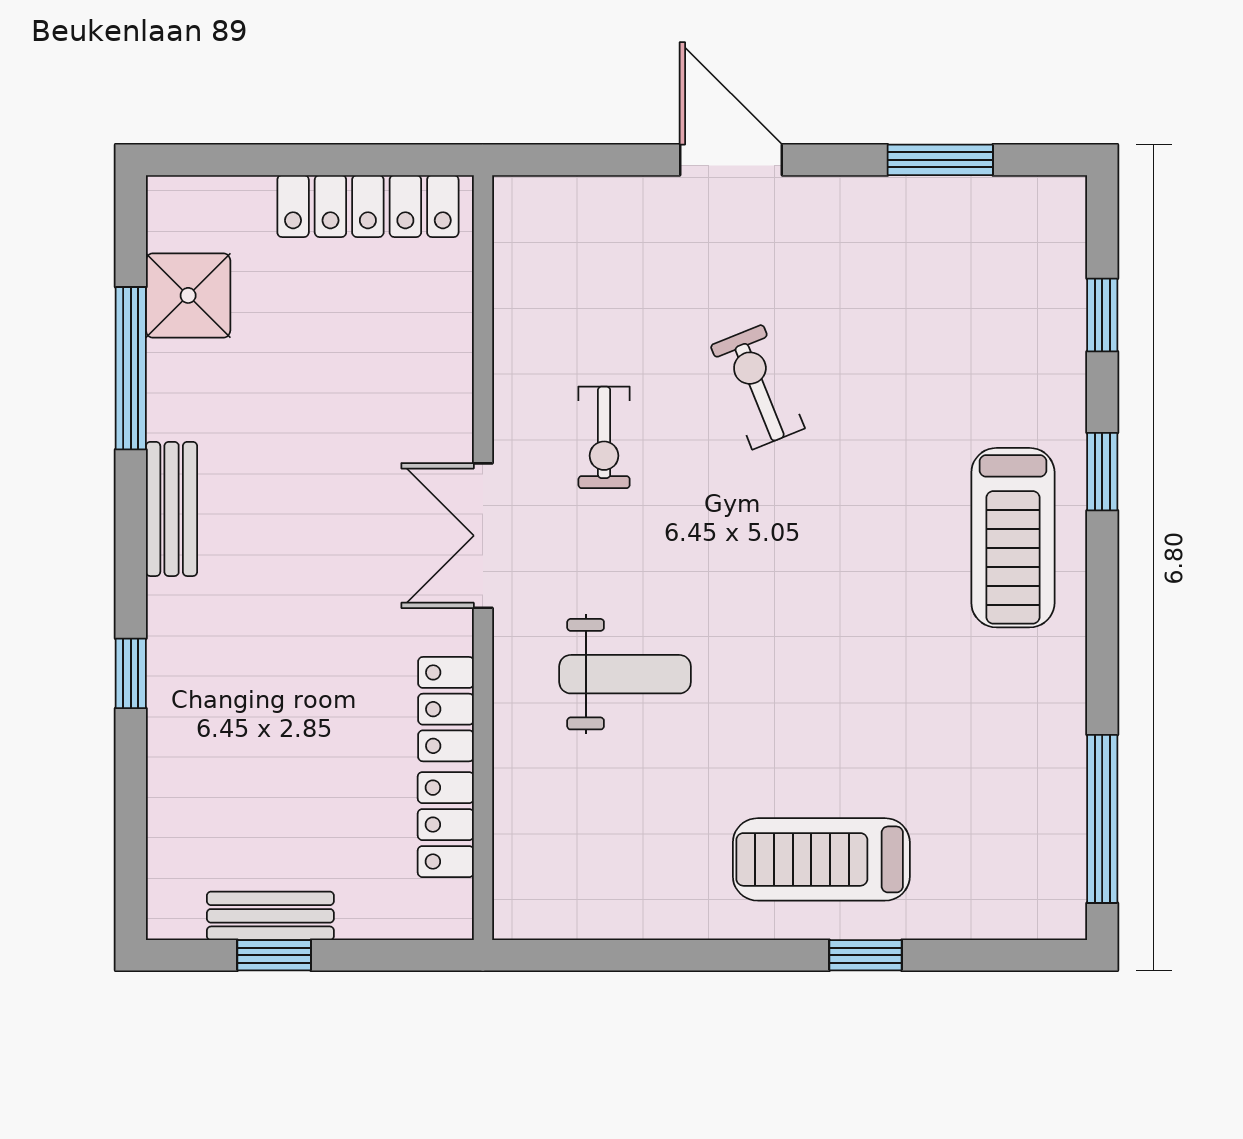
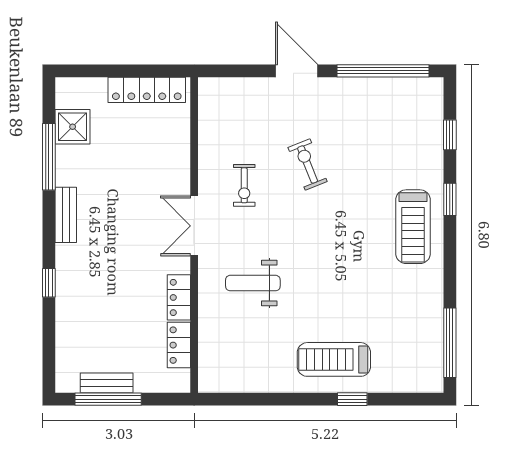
window: (940, 160) -> (383, 71), width x2.11
weight bench: (625, 674) -> (253, 283), turned 180
window: (274, 955) -> (108, 399), width x2.17

